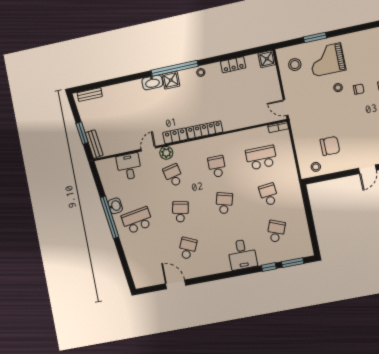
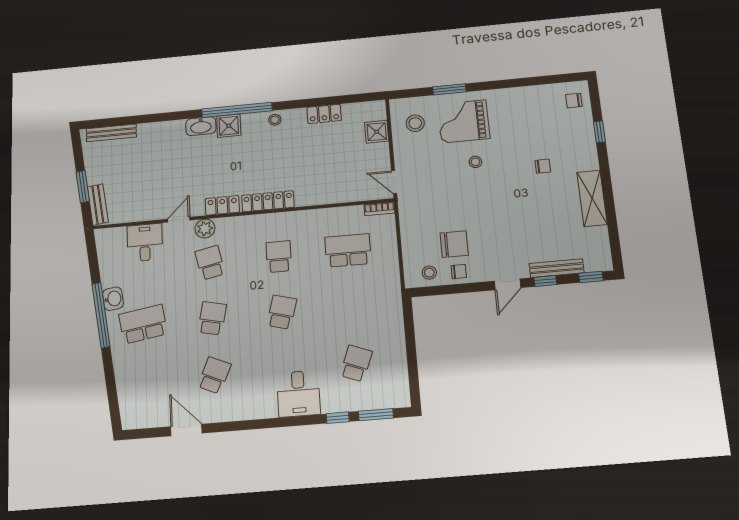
shower: (267, 59) -> (377, 132), moved
chair: (359, 89) -> (459, 272), moved
bench: (90, 95) -> (111, 133), width x1.36
school desk: (269, 194) -> (352, 306), removed

